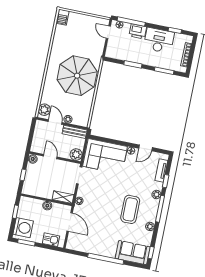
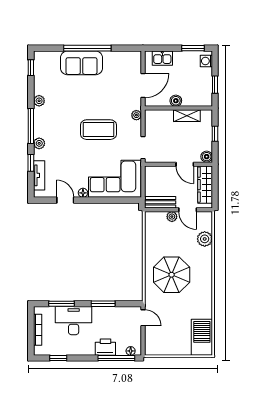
barbecue: (62, 17) -> (202, 337), width x1.88, depth x1.53
door: (108, 32) -> (143, 318), moved
desk: (159, 40) -> (74, 321), moved, turned 180
parasol: (77, 76) -> (172, 275), width x0.73, depth x0.73
plant: (44, 110) -> (205, 239), moved
wardrobe: (38, 138) -> (205, 185), added
door: (145, 148) -> (65, 200), hinge flipped
plant: (76, 155) -> (152, 174), removed
shelving: (63, 197) -> (187, 116), moved
coffee table: (130, 209) -> (98, 130), moved, turned 90
door: (70, 222) -> (143, 86), swing flipped
washing machine: (23, 228) -> (206, 61), width x0.53, depth x0.53
sofa: (133, 253) -> (82, 63), moved

